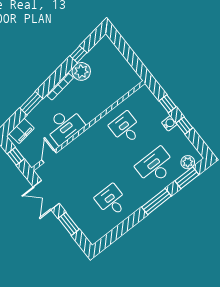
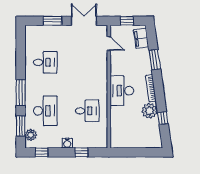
desk: (64, 125) -> (122, 91), moved
window: (184, 125) -> (42, 152), moved

